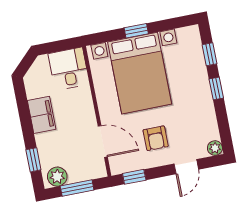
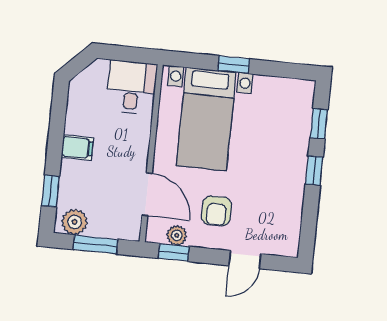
bed with nightstands: (140, 73) -> (206, 119), width x0.73
filing cabinet: (42, 115) -> (77, 148), width x0.50
plant: (215, 148) -> (177, 235), moved

